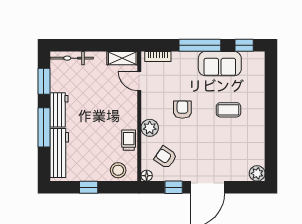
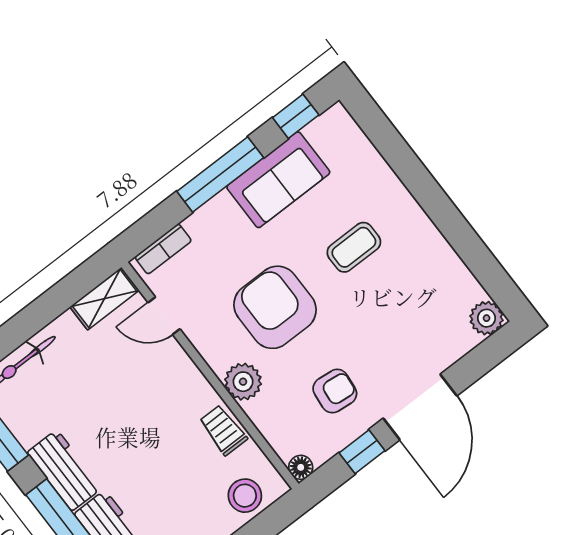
armchair: (182, 110) -> (275, 307), width x1.88, depth x1.88
armchair: (166, 157) -> (335, 391), moved, turned 152

